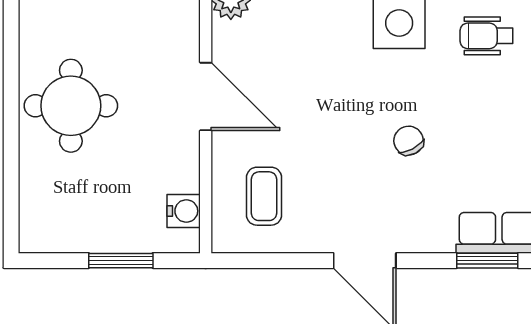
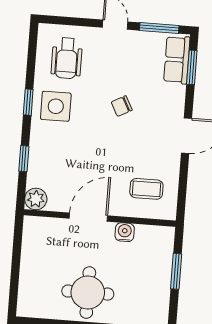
wheelchair: (486, 36) -> (67, 58), width x1.36, depth x1.37
water cooler: (184, 211) -> (125, 232), moved

